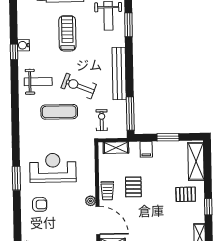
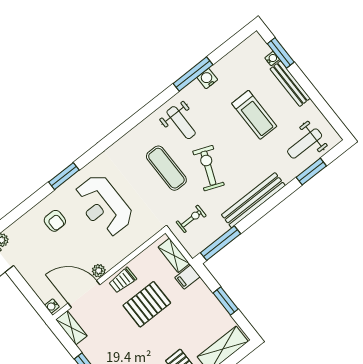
treadmill: (67, 33) -> (254, 115), turned 90
window: (14, 52) -> (193, 74), width x2.17
filing cabinet: (146, 149) -> (187, 277), moved
reception desk: (53, 168) -> (103, 206), turned 180
pallet: (133, 187) -> (147, 304), width x1.50, depth x1.42
door: (98, 221) -> (84, 294), swing flipped

